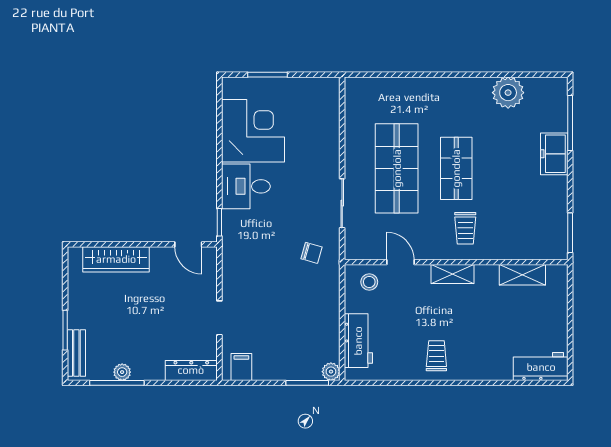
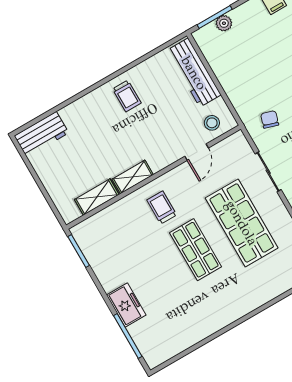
plant: (508, 93) -> (189, 332), removed
chair: (311, 253) -> (270, 119), turned 91
door: (400, 262) -> (197, 152), hinge flipped
shelving: (453, 274) -> (133, 177), moved
workbench: (358, 341) -> (194, 73), width x1.38
plant: (331, 372) -> (224, 23), moved

